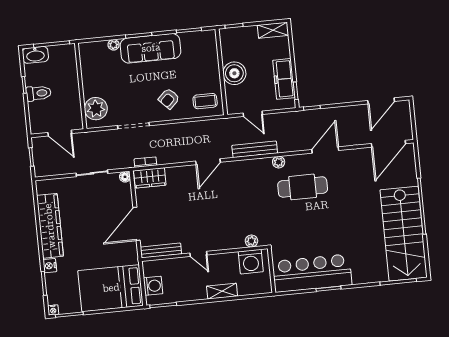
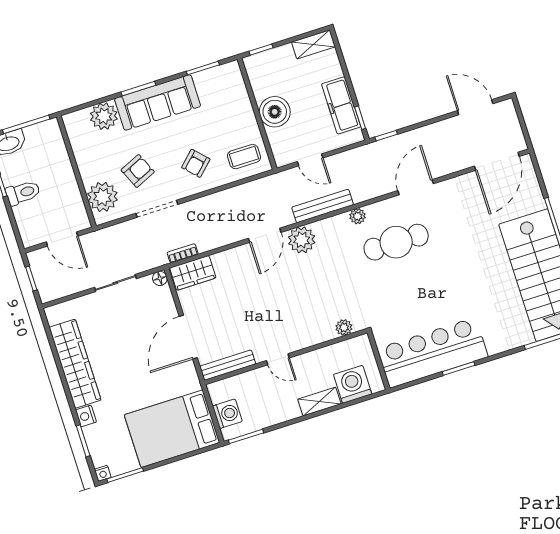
plant: (114, 45) -> (104, 116), width x1.87, depth x1.87
armchair: (125, 95) -> (138, 171), added
door: (381, 101) -> (475, 107), swing flipped
plant: (234, 171) -> (302, 240), added
washing machine: (251, 262) -> (353, 384), moved, turned 180

